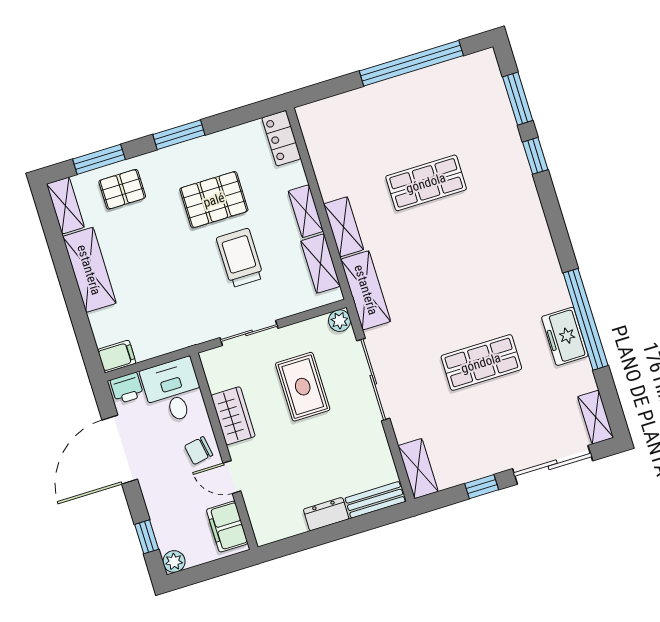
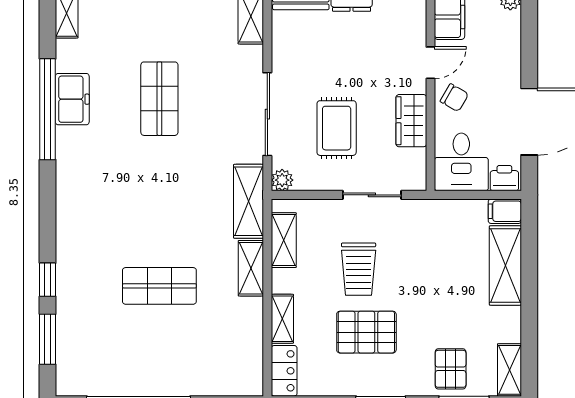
pallet: (122, 189) -> (451, 369), turned 90
shelving: (306, 211) -> (282, 319), moved
shelving: (89, 270) -> (505, 266), moved
shop shelf: (481, 363) -> (159, 99), turned 90
chair: (199, 451) -> (454, 98), turned 40
door: (232, 477) -> (430, 63), hinge flipped
window: (147, 537) -> (529, 31), removed

